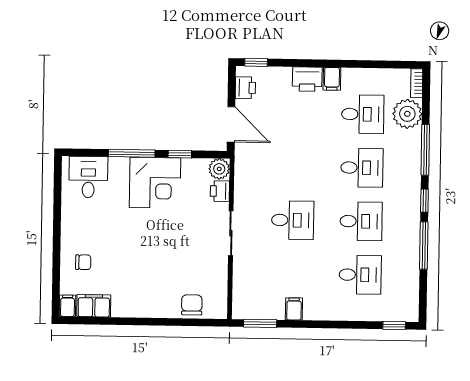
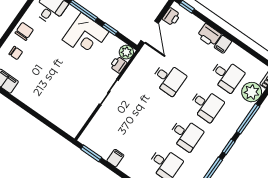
desk: (293, 220) -> (169, 79), moved
chair: (192, 305) -> (24, 31), moved

